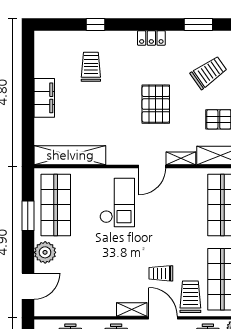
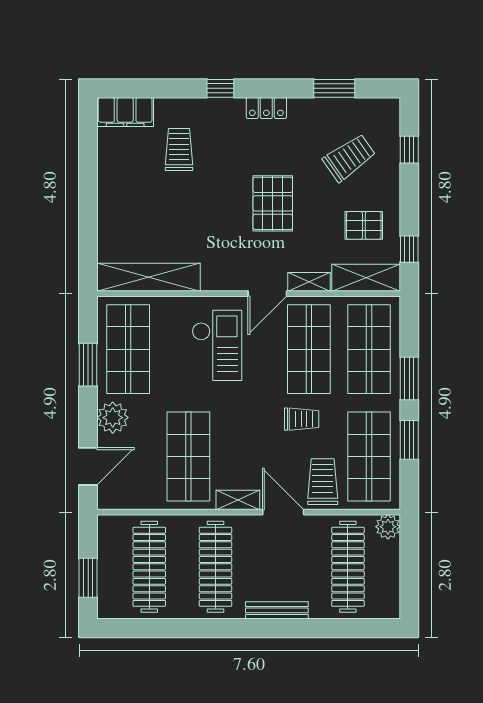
window: (95, 25) -> (220, 88), moved
filing cabinet: (44, 98) -> (125, 112), moved, turned 90
shop shelf: (181, 205) -> (309, 349), added
trolley: (161, 273) -> (302, 419), moved, turned 180
shop shelf: (97, 279) -> (188, 457), added

